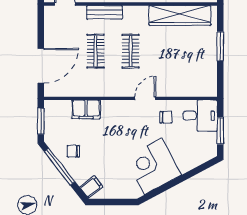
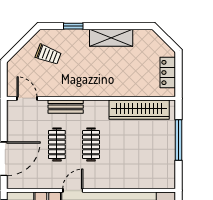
window: (220, 46) -> (178, 140), width x1.44
door: (145, 98) -> (73, 190), moved

